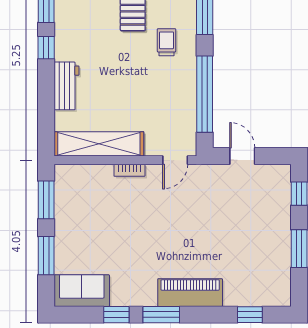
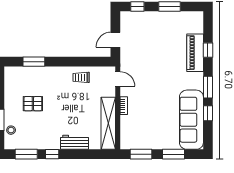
trolley: (167, 42) -> (81, 77), moved
window: (205, 94) -> (79, 62), removed
sofa: (82, 291) -> (191, 120), width x1.85, depth x1.27
piano: (190, 293) -> (195, 53), moved
window: (250, 315) -> (208, 50), moved

